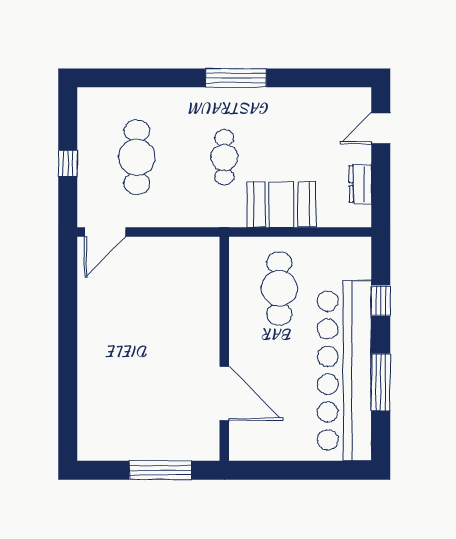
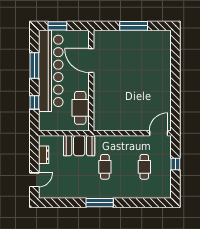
cafe table: (137, 157) -> (144, 167), width x0.73, depth x0.74
wall: (224, 349) -> (91, 81), moved
door: (224, 393) -> (91, 61), moved
window: (330, 470) -> (57, 26), added

